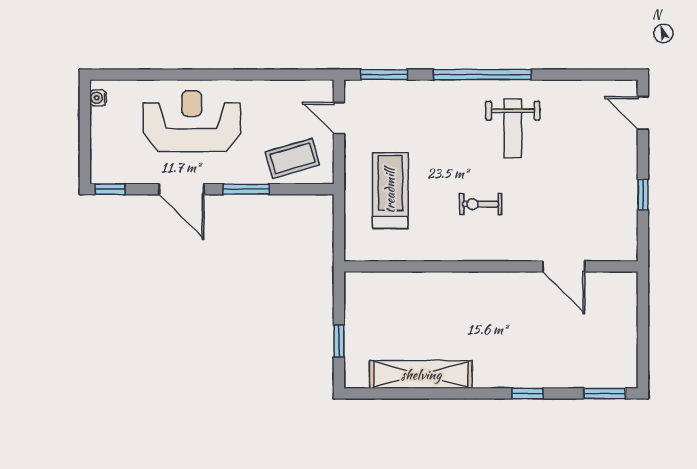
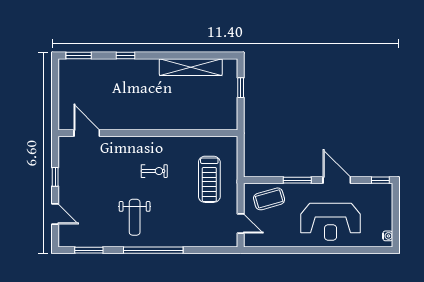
window: (384, 75) -> (89, 250), moved
door: (643, 113) -> (55, 214), moved
weight bench: (513, 128) -> (135, 217), turned 180
door: (564, 266) -> (87, 133), moved

